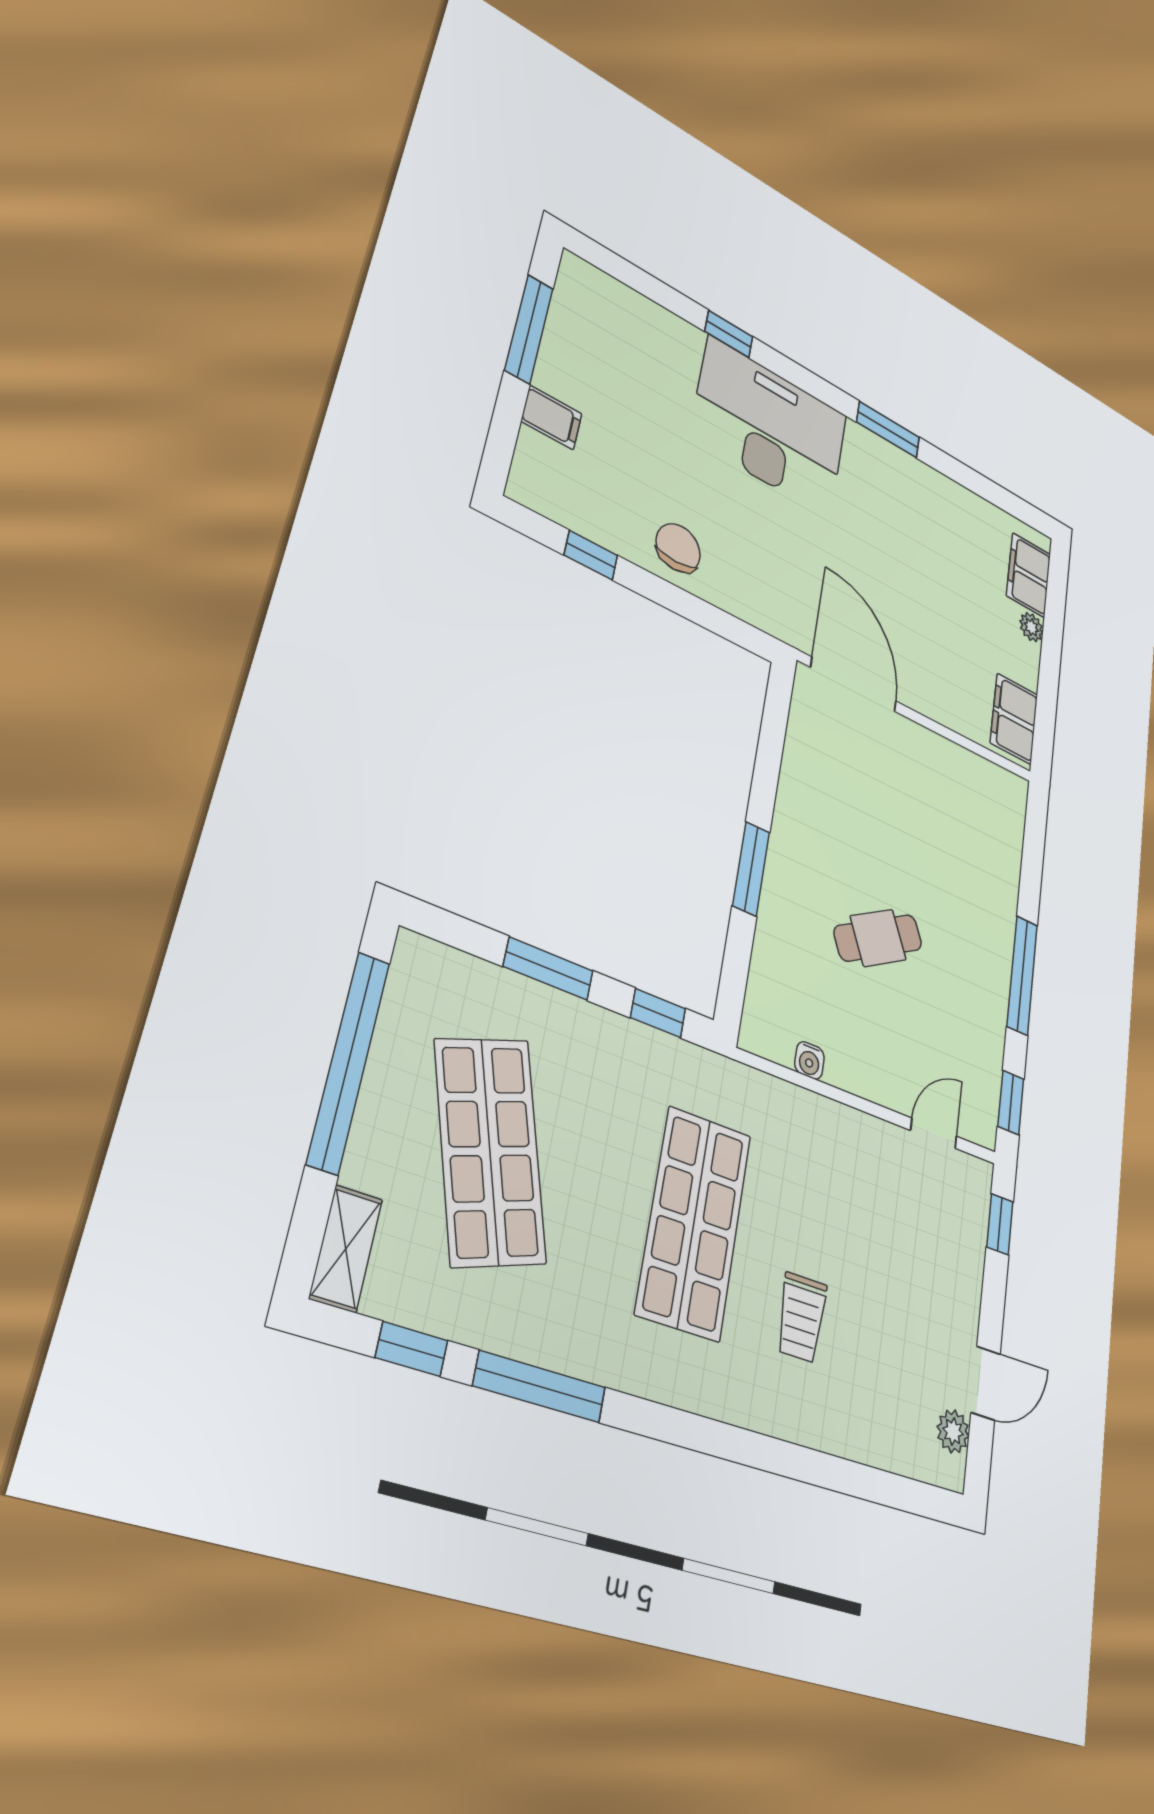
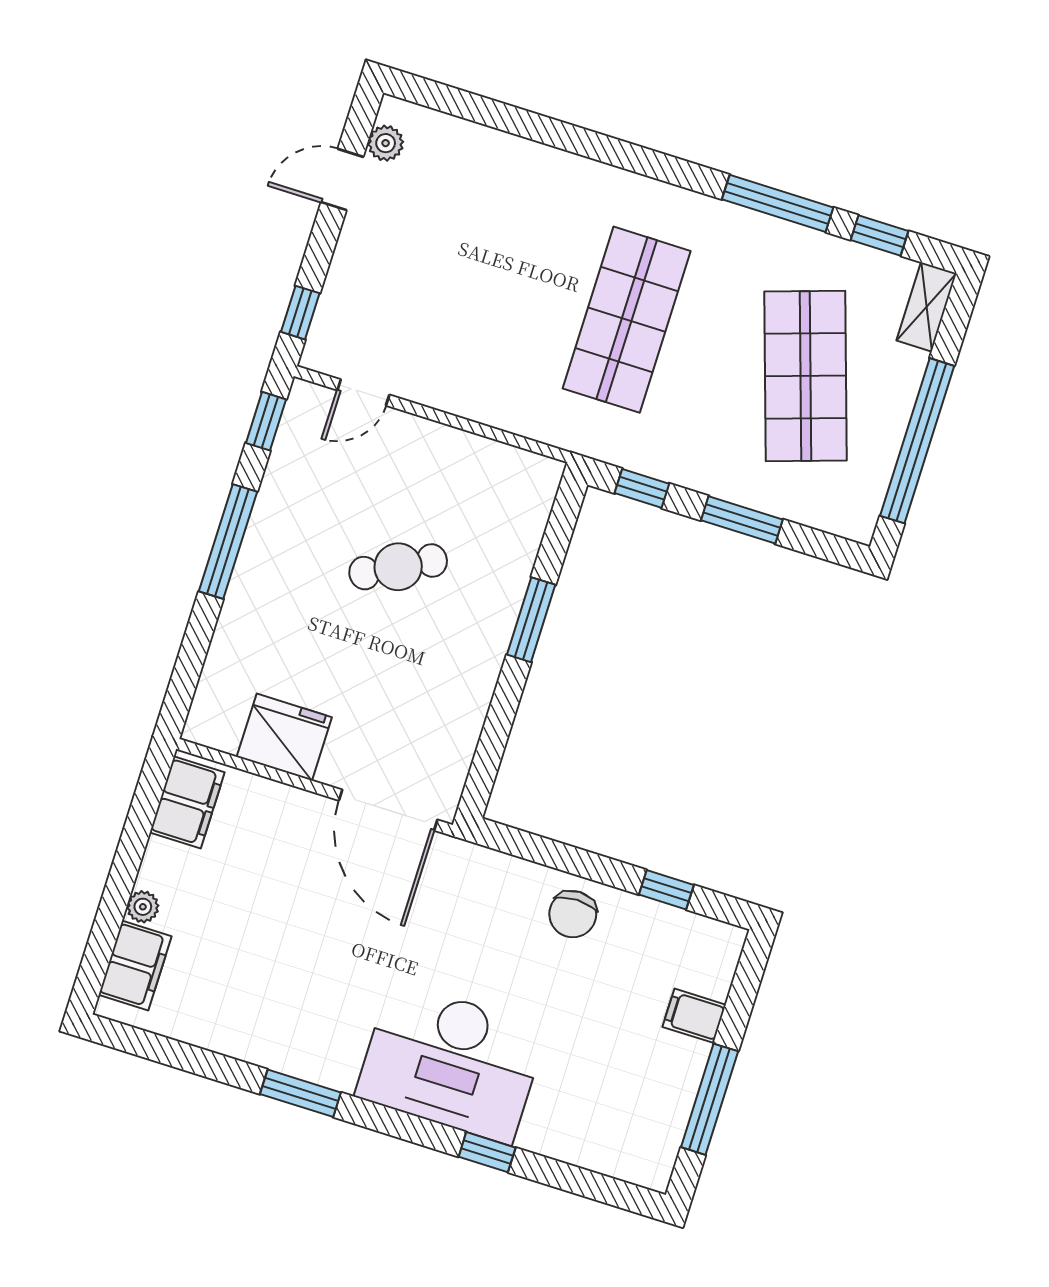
fridge: (949, 771) -> (284, 737), added
water cooler: (809, 1060) -> (492, 454), removed
trolley: (802, 1317) -> (531, 242), removed

